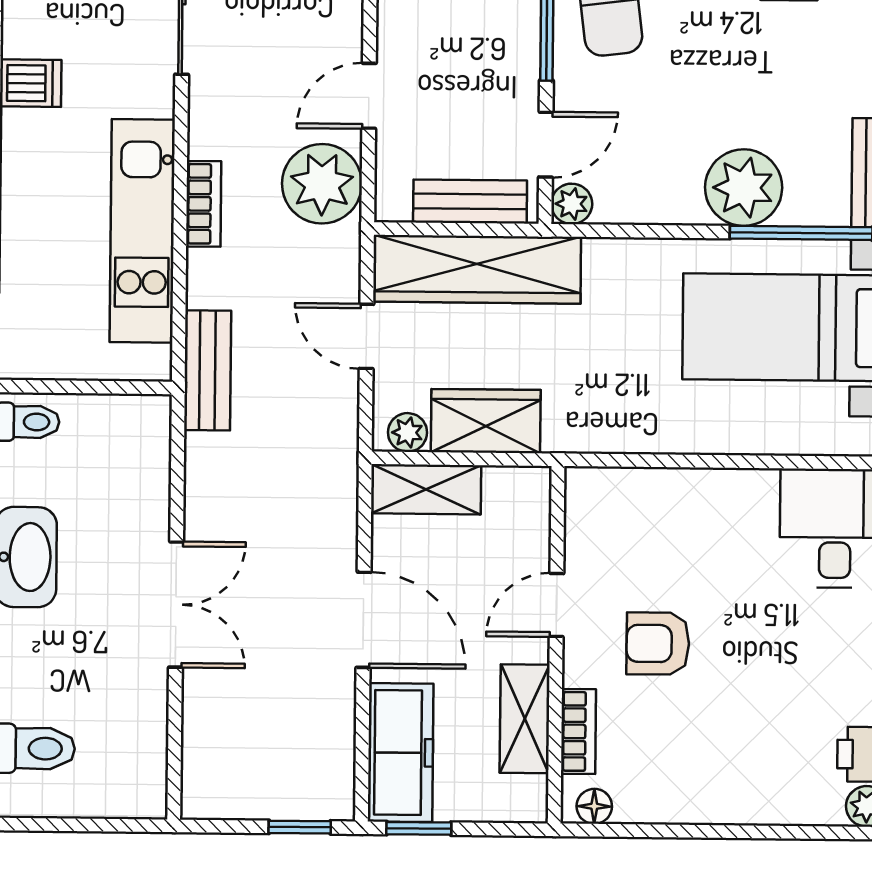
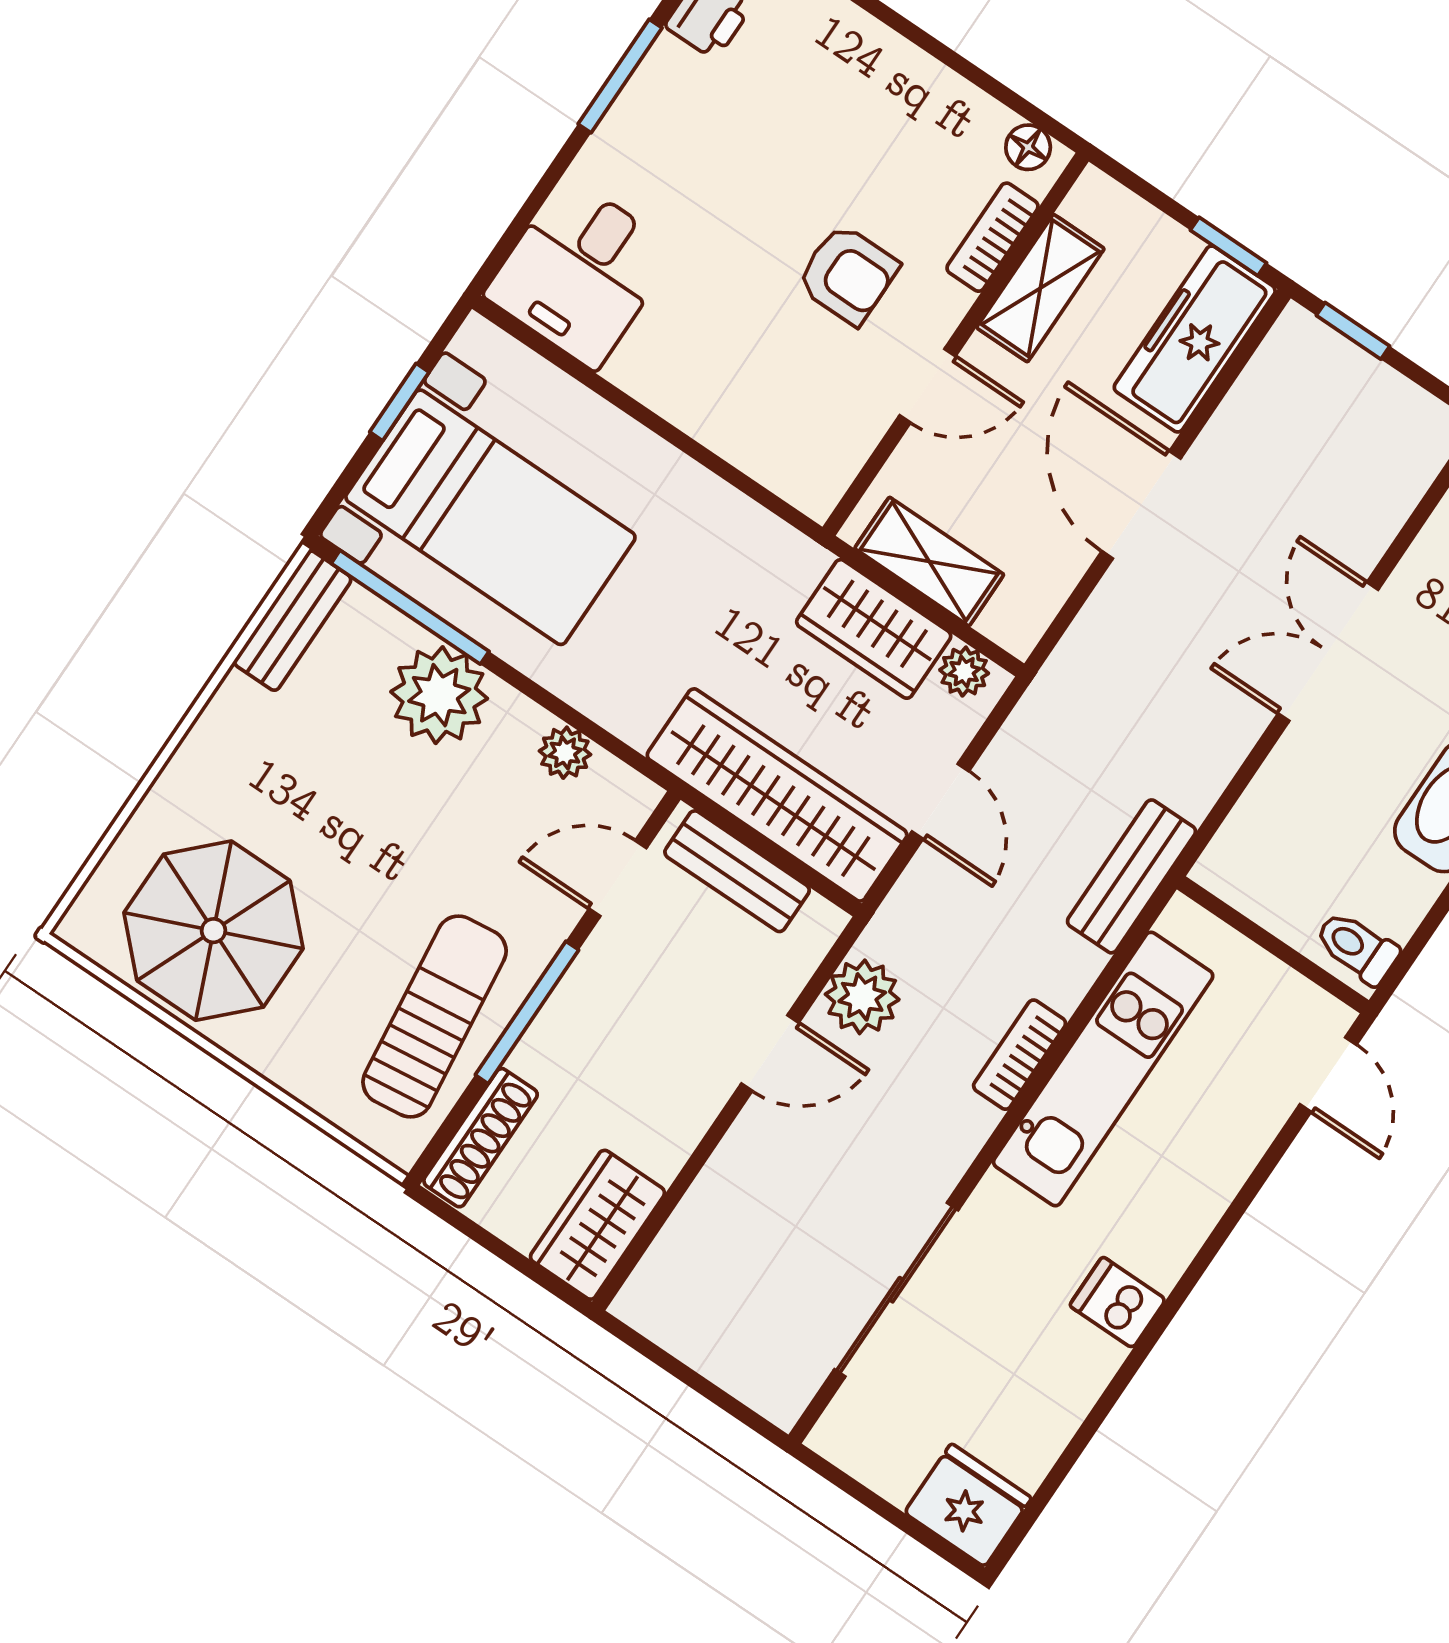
plant: (322, 184) -> (862, 997), width x0.73, depth x0.73
plant: (572, 204) -> (565, 753), moved
shelving: (426, 489) -> (929, 561), moved

